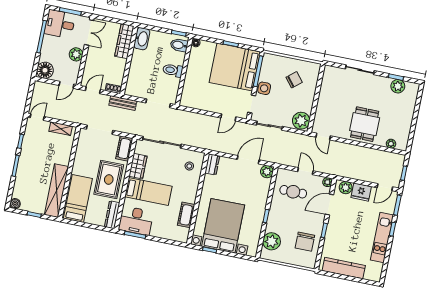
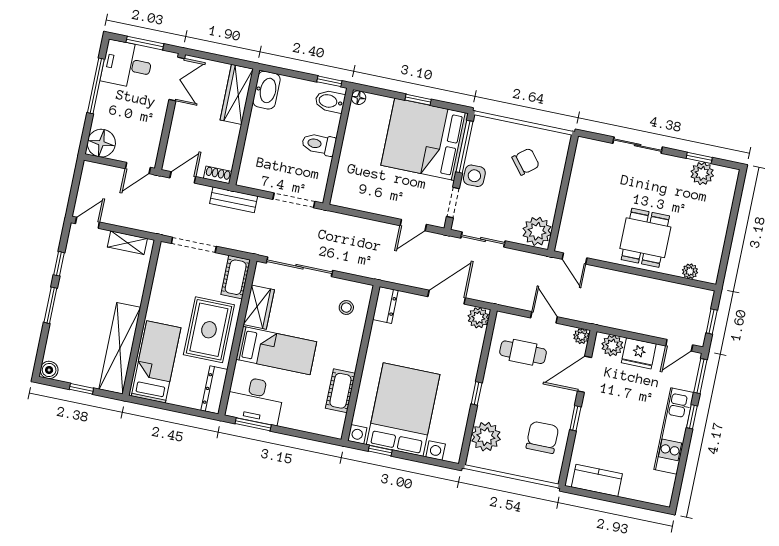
plant: (76, 54) -> (154, 116), removed
chair: (305, 242) -> (542, 437), turned 180
kitchen counter: (344, 268) -> (597, 480), width x0.67

